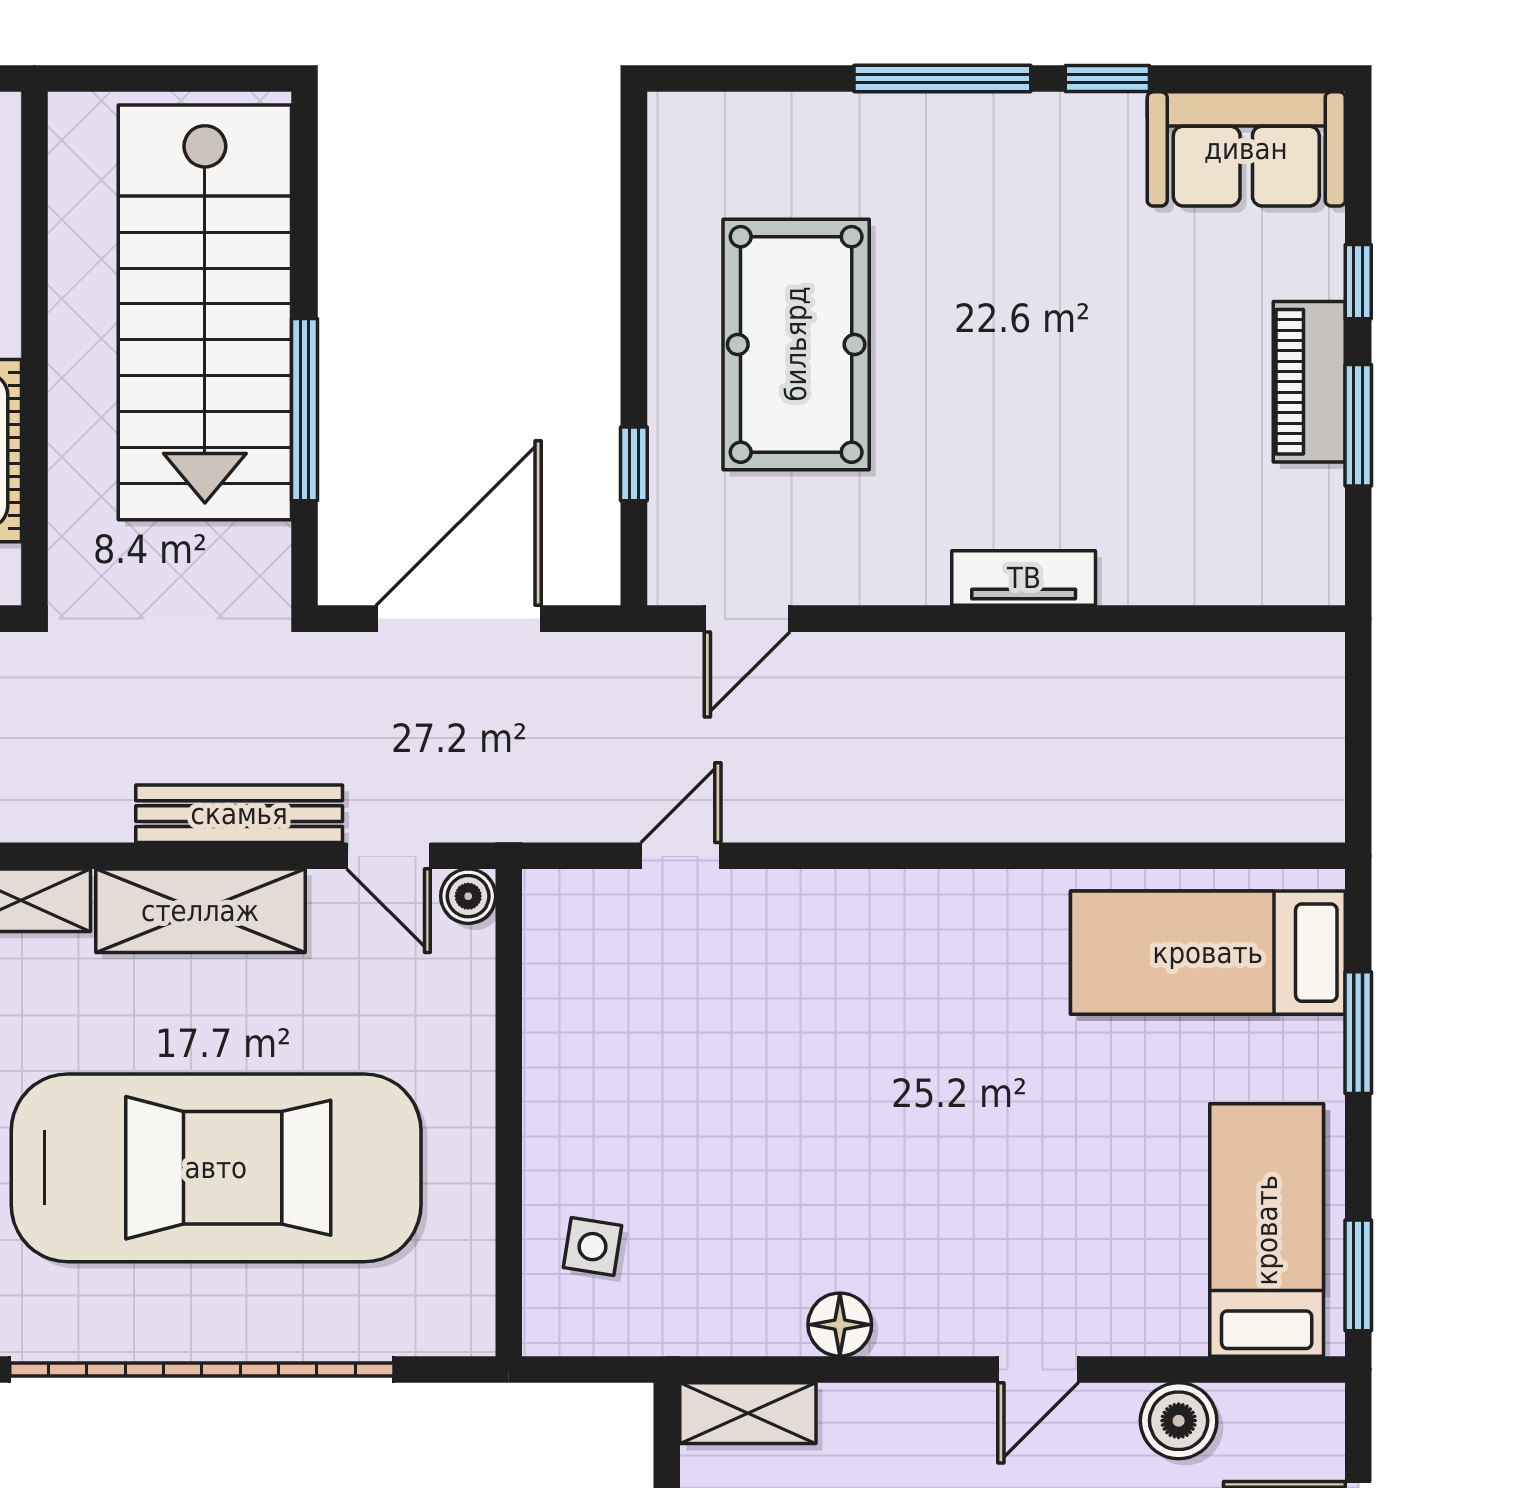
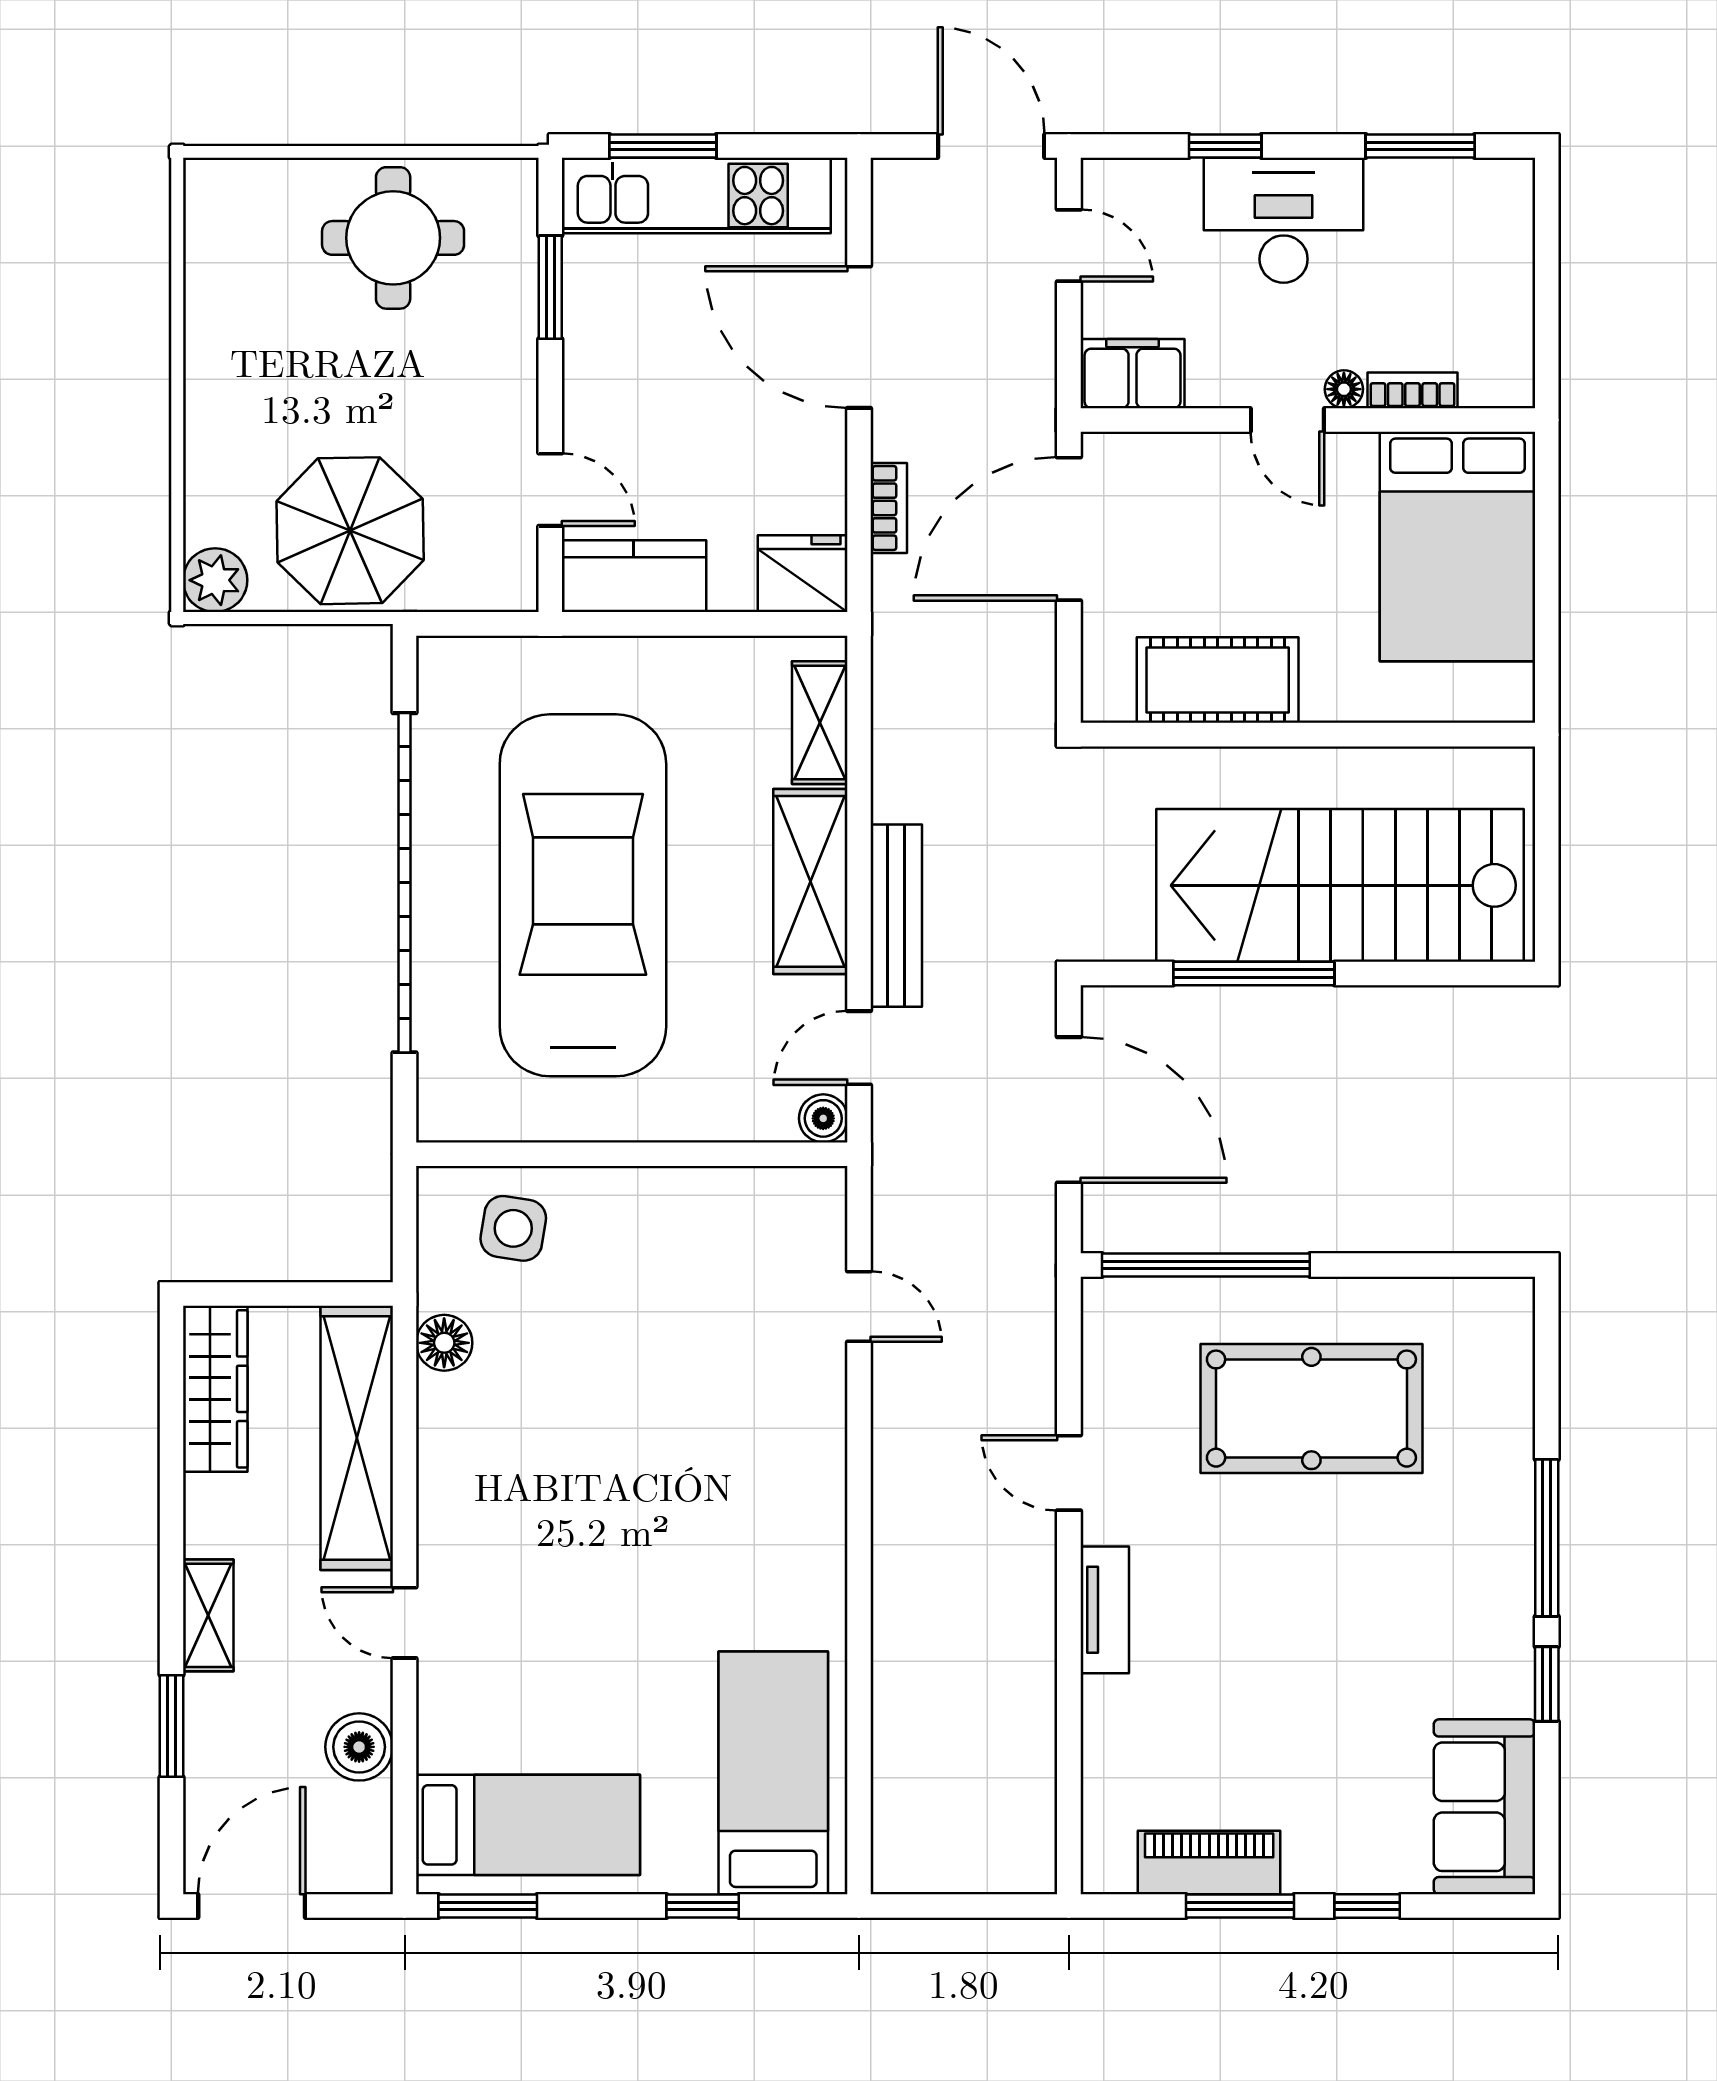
piano: (1309, 382) -> (1209, 1863), moved
window: (634, 464) -> (1206, 1265), width x3.17
door: (747, 619) -> (1069, 1473), moved
window: (1358, 1033) -> (703, 1906), width x0.67
car: (216, 1168) -> (583, 895), turned 180
side table: (592, 1247) -> (513, 1228), width x1.37, depth x1.37
floor lamp: (840, 1325) -> (444, 1343), moved
shelving: (748, 1413) -> (357, 1438), width x2.20, depth x1.33

